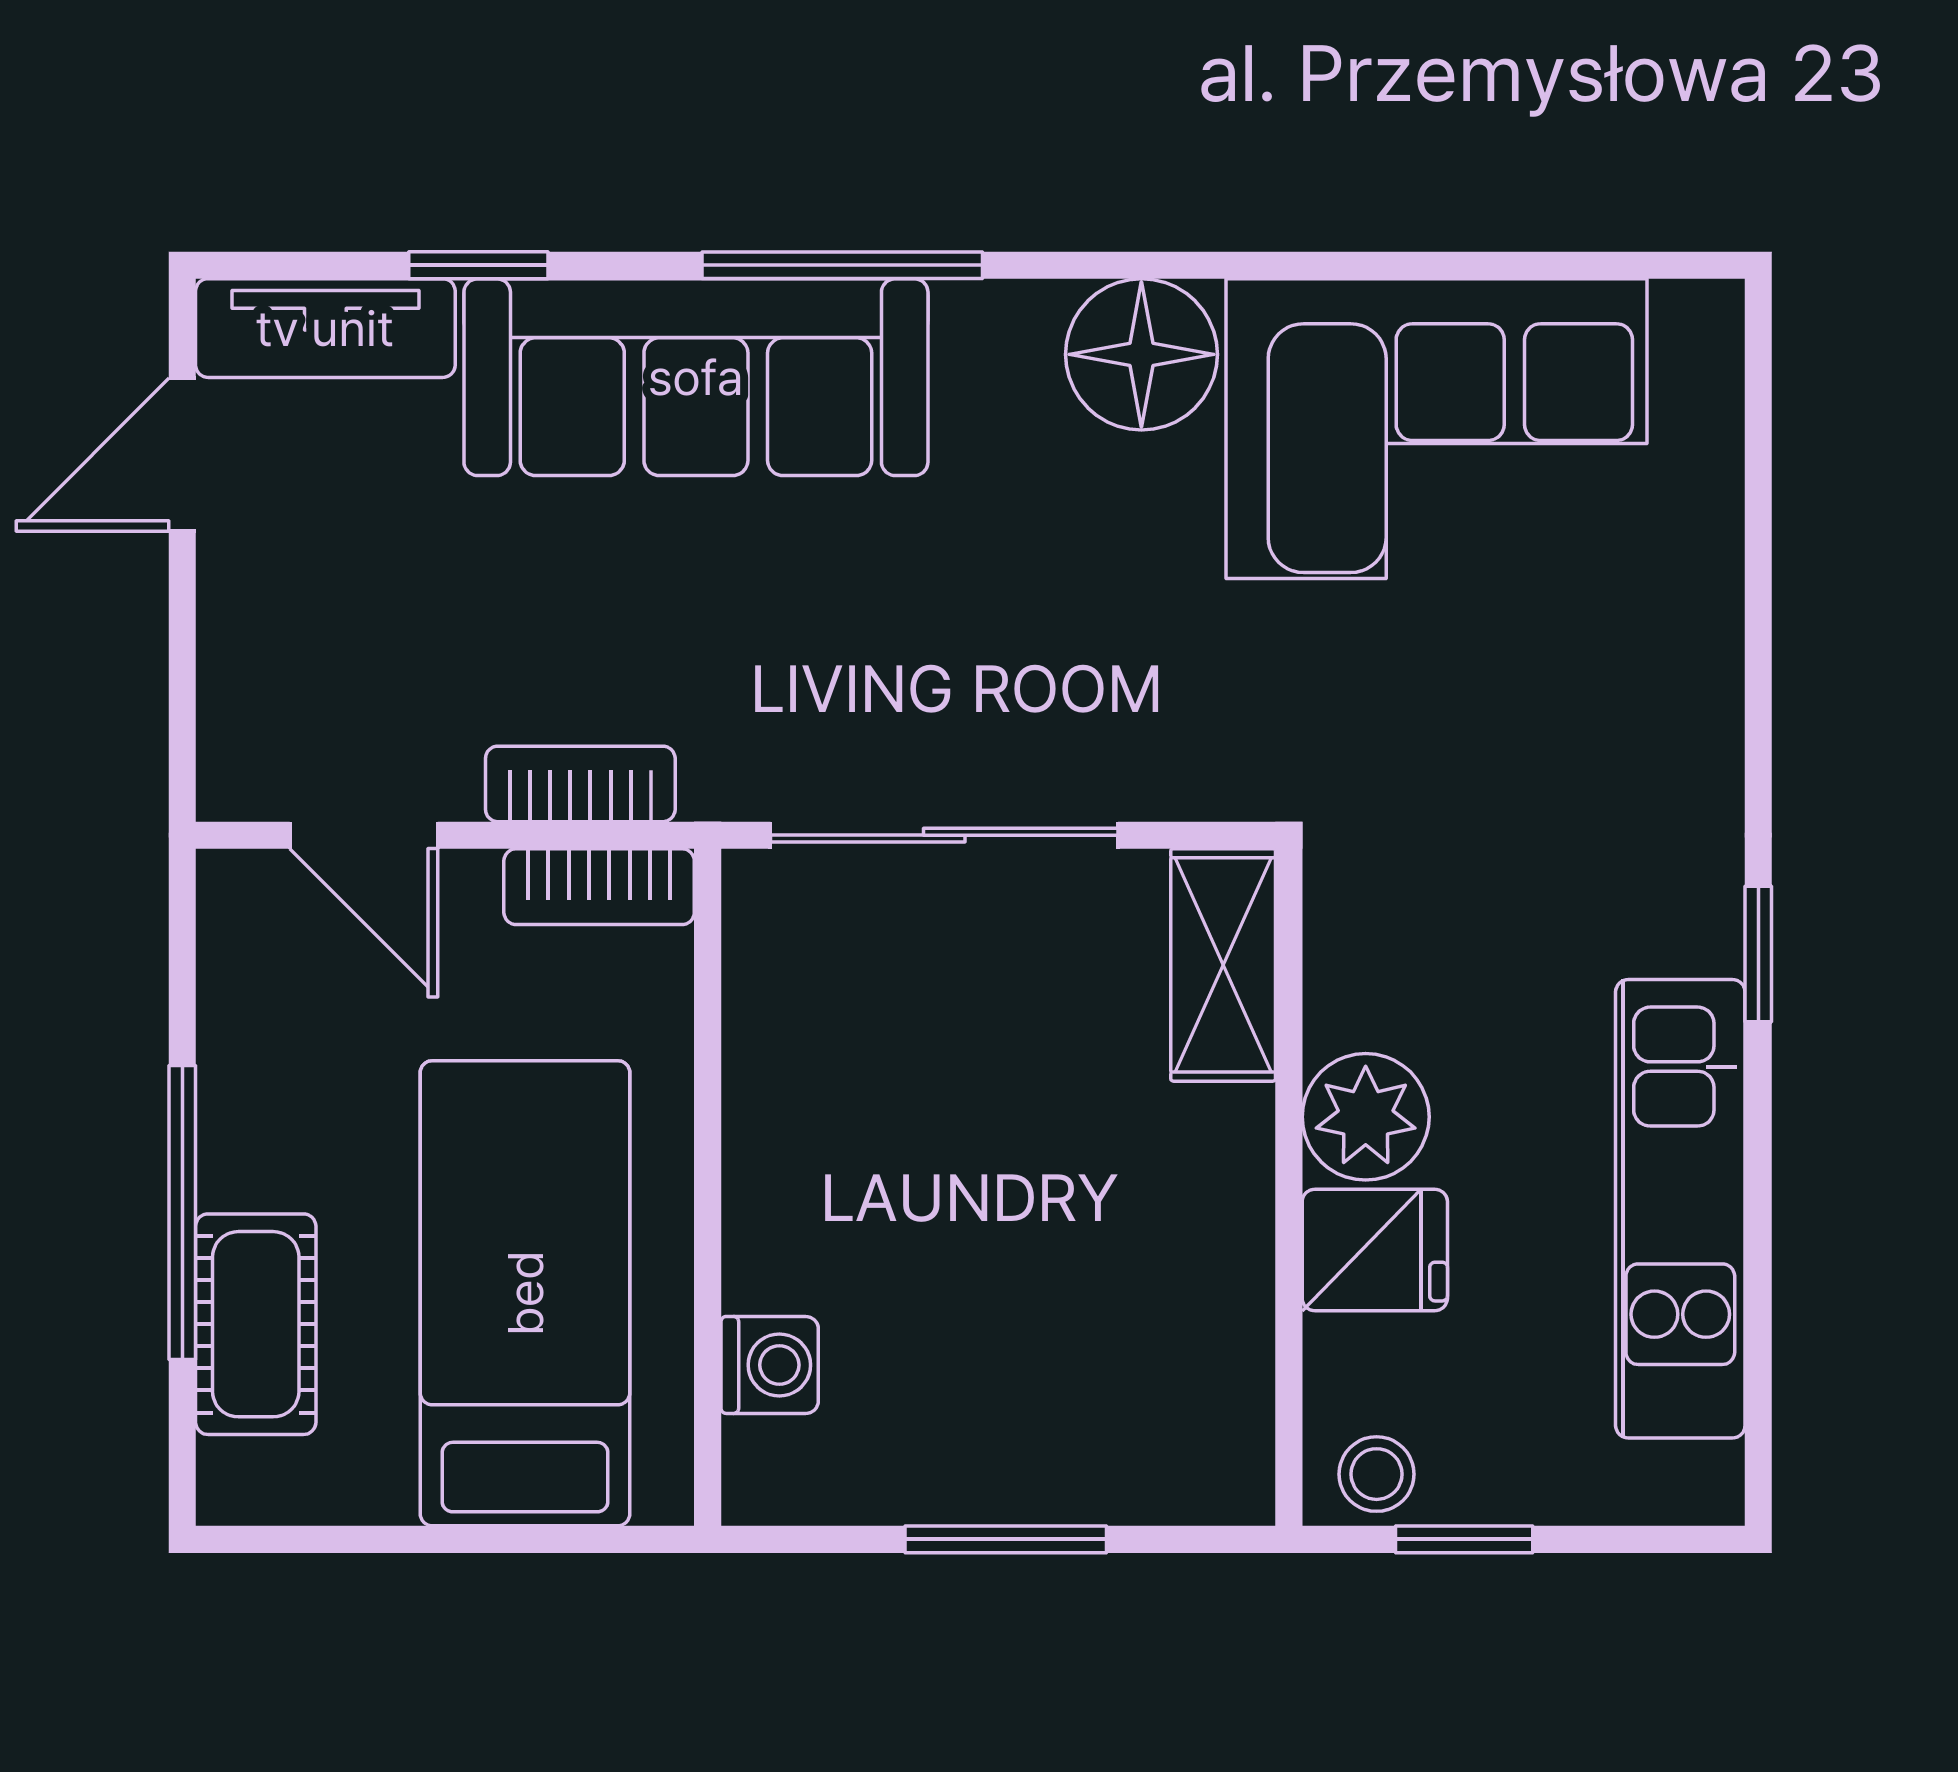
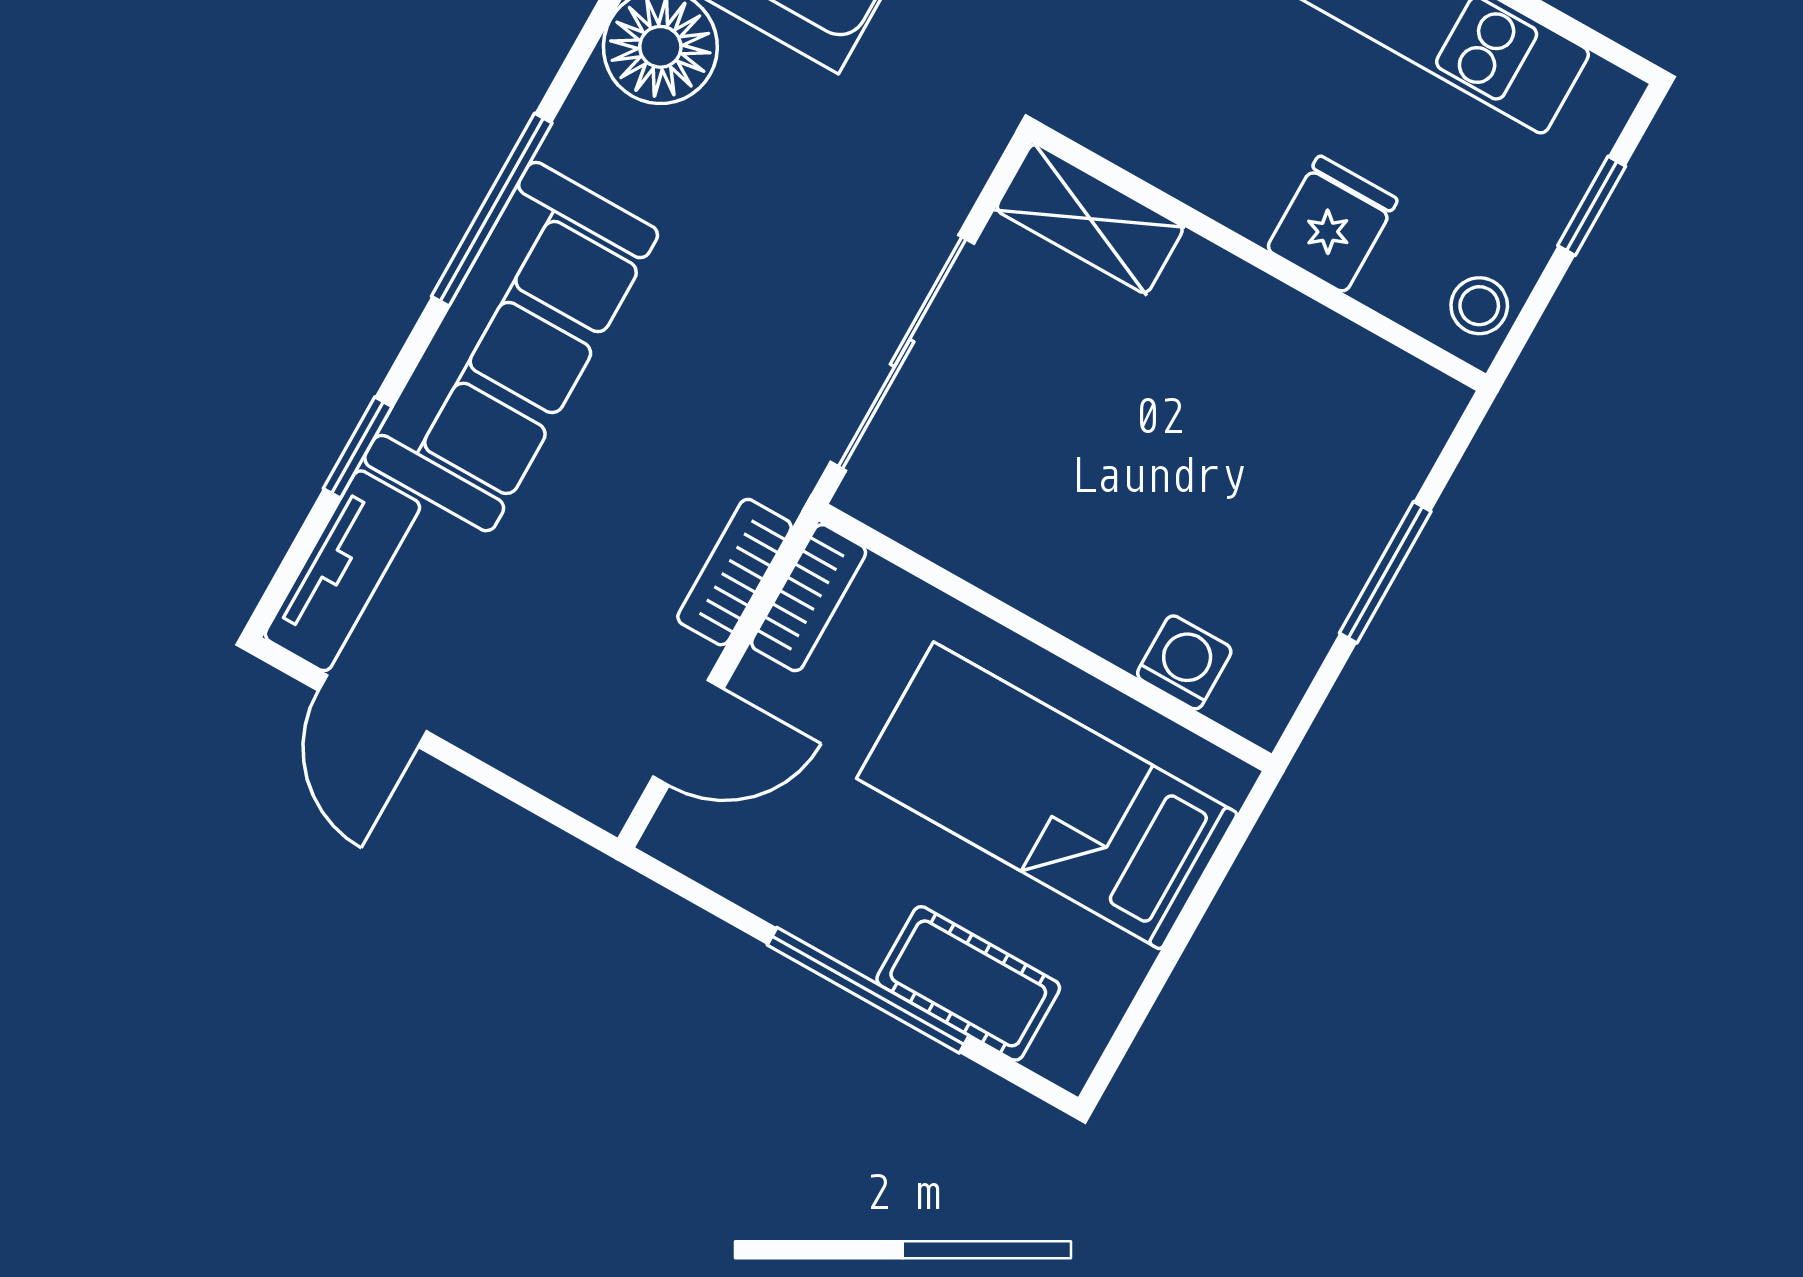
plant: (1366, 1117) -> (1242, 181), removed
window: (1464, 1539) -> (1592, 206), moved

